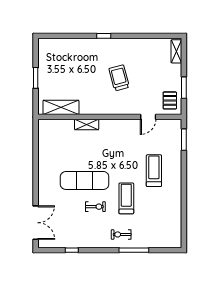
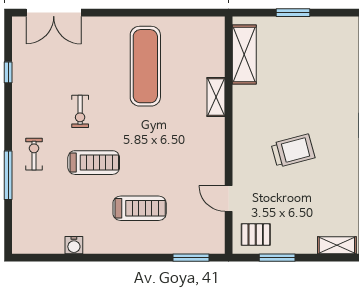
exercise mat: (85, 180) -> (145, 66), moved
water cooler: (176, 210) -> (74, 245), added

